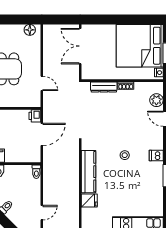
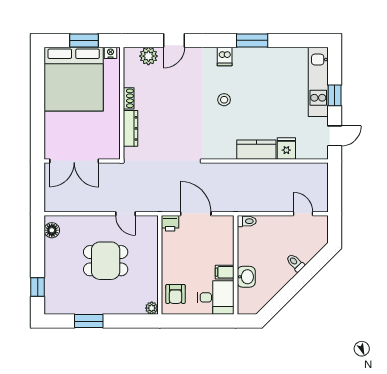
door: (42, 83) -> (125, 214), swing flipped
kitchen counter: (88, 172) -> (256, 150), width x0.67

